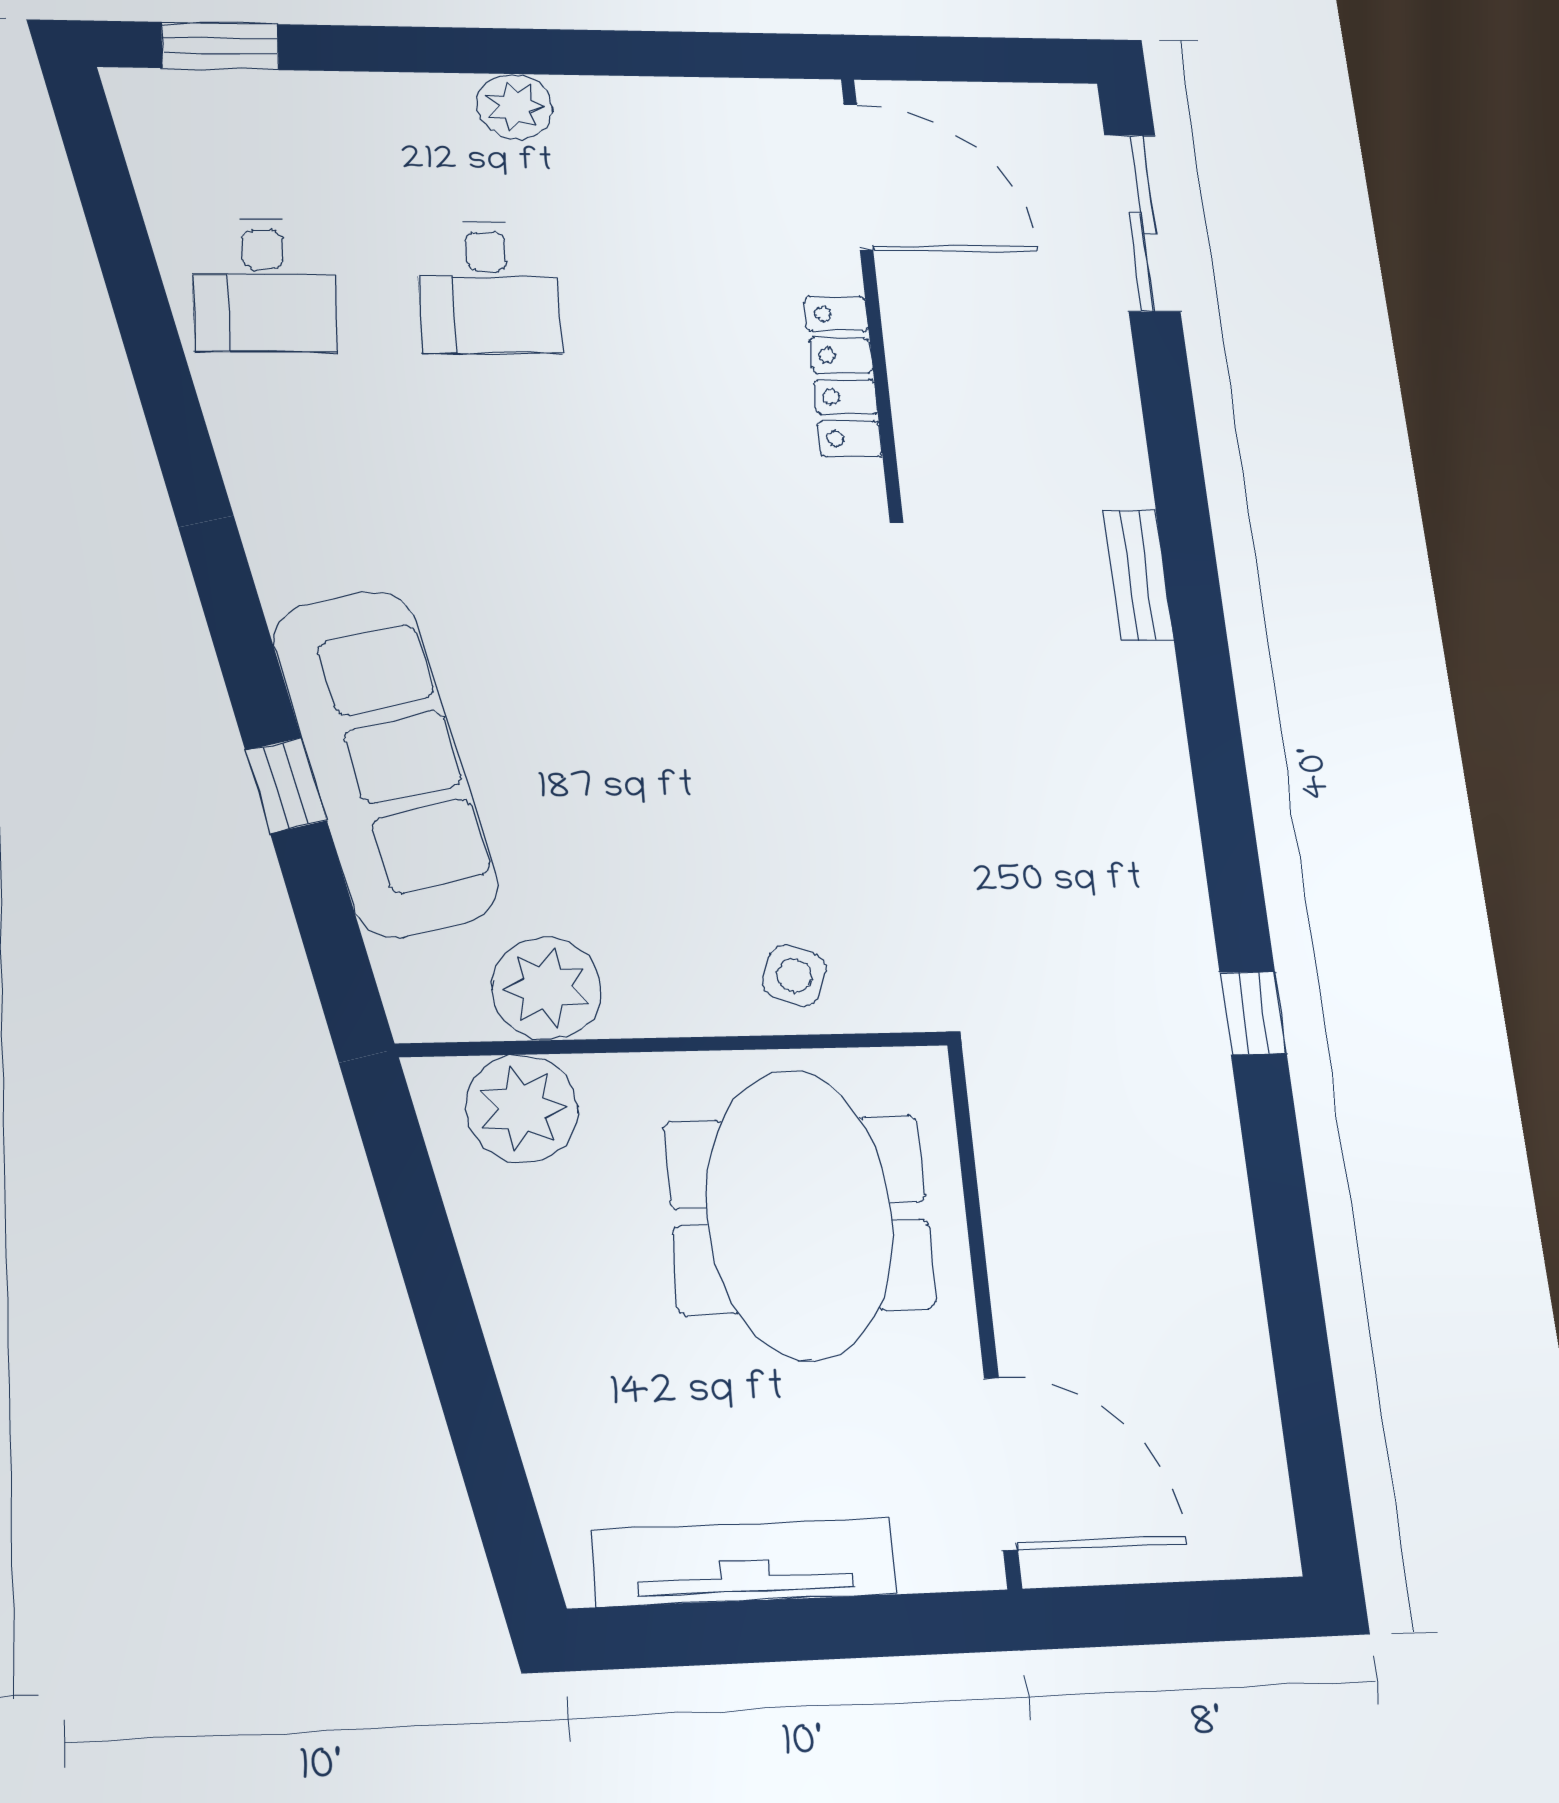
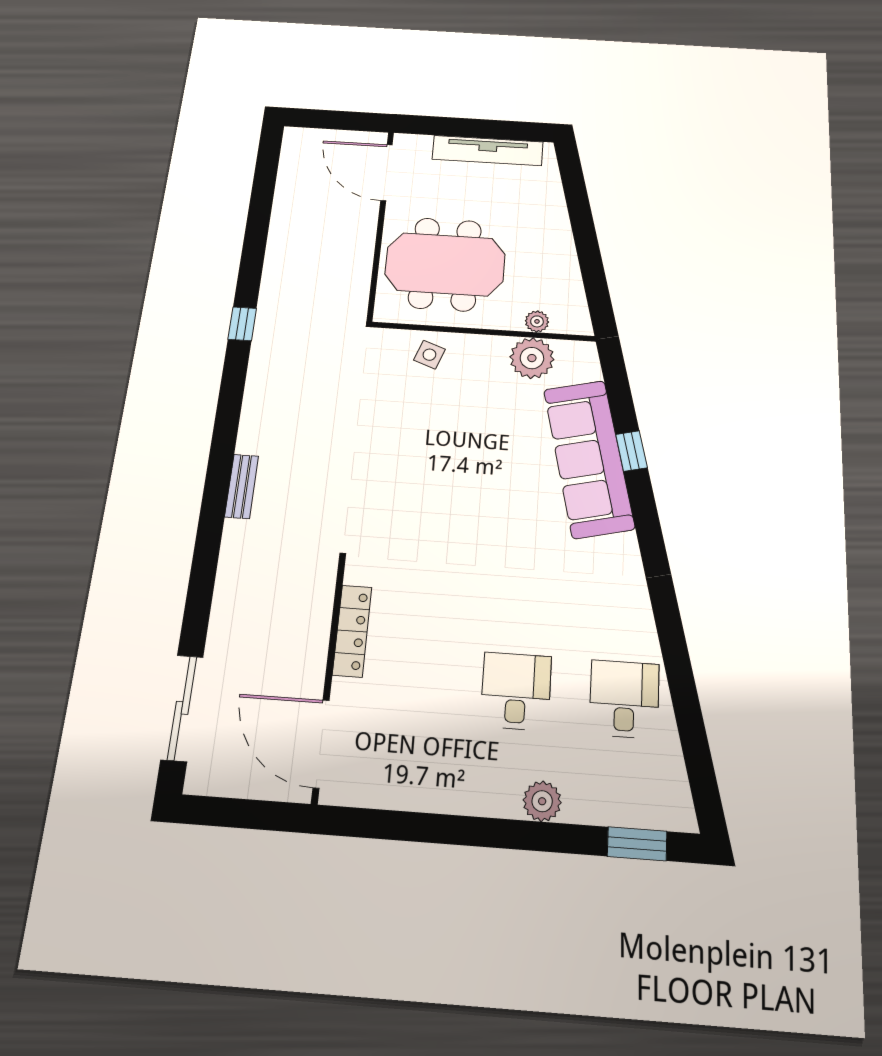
plant: (514, 106) -> (542, 801), moved
bench: (1138, 575) -> (242, 486), moved
plant: (522, 1108) -> (537, 321), width x0.53, depth x0.53
meeting table: (799, 1214) -> (445, 264), turned 90

